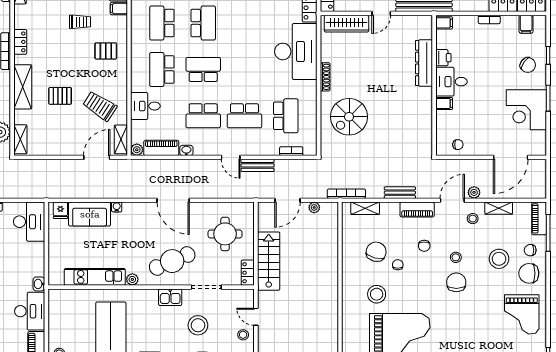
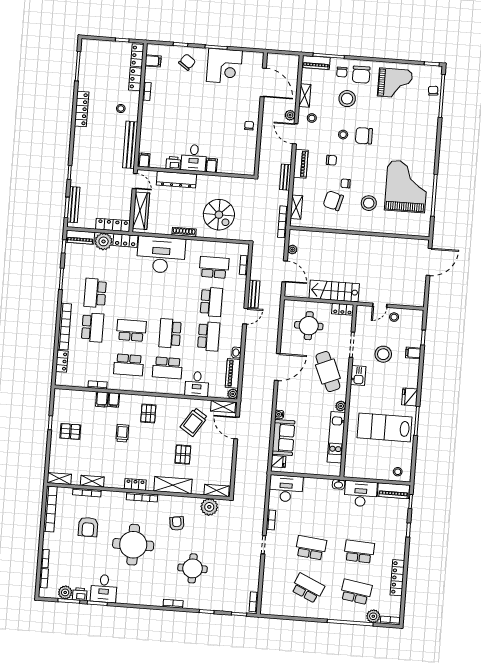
filing cabinet: (444, 23) -> (144, 160), moved
printer: (443, 58) -> (173, 163), moved
dresser: (424, 63) -> (176, 180), moved
desk: (451, 82) -> (194, 158), moved
wall: (434, 85) -> (196, 173), moved
filing cabinet: (444, 104) -> (212, 165), moved

